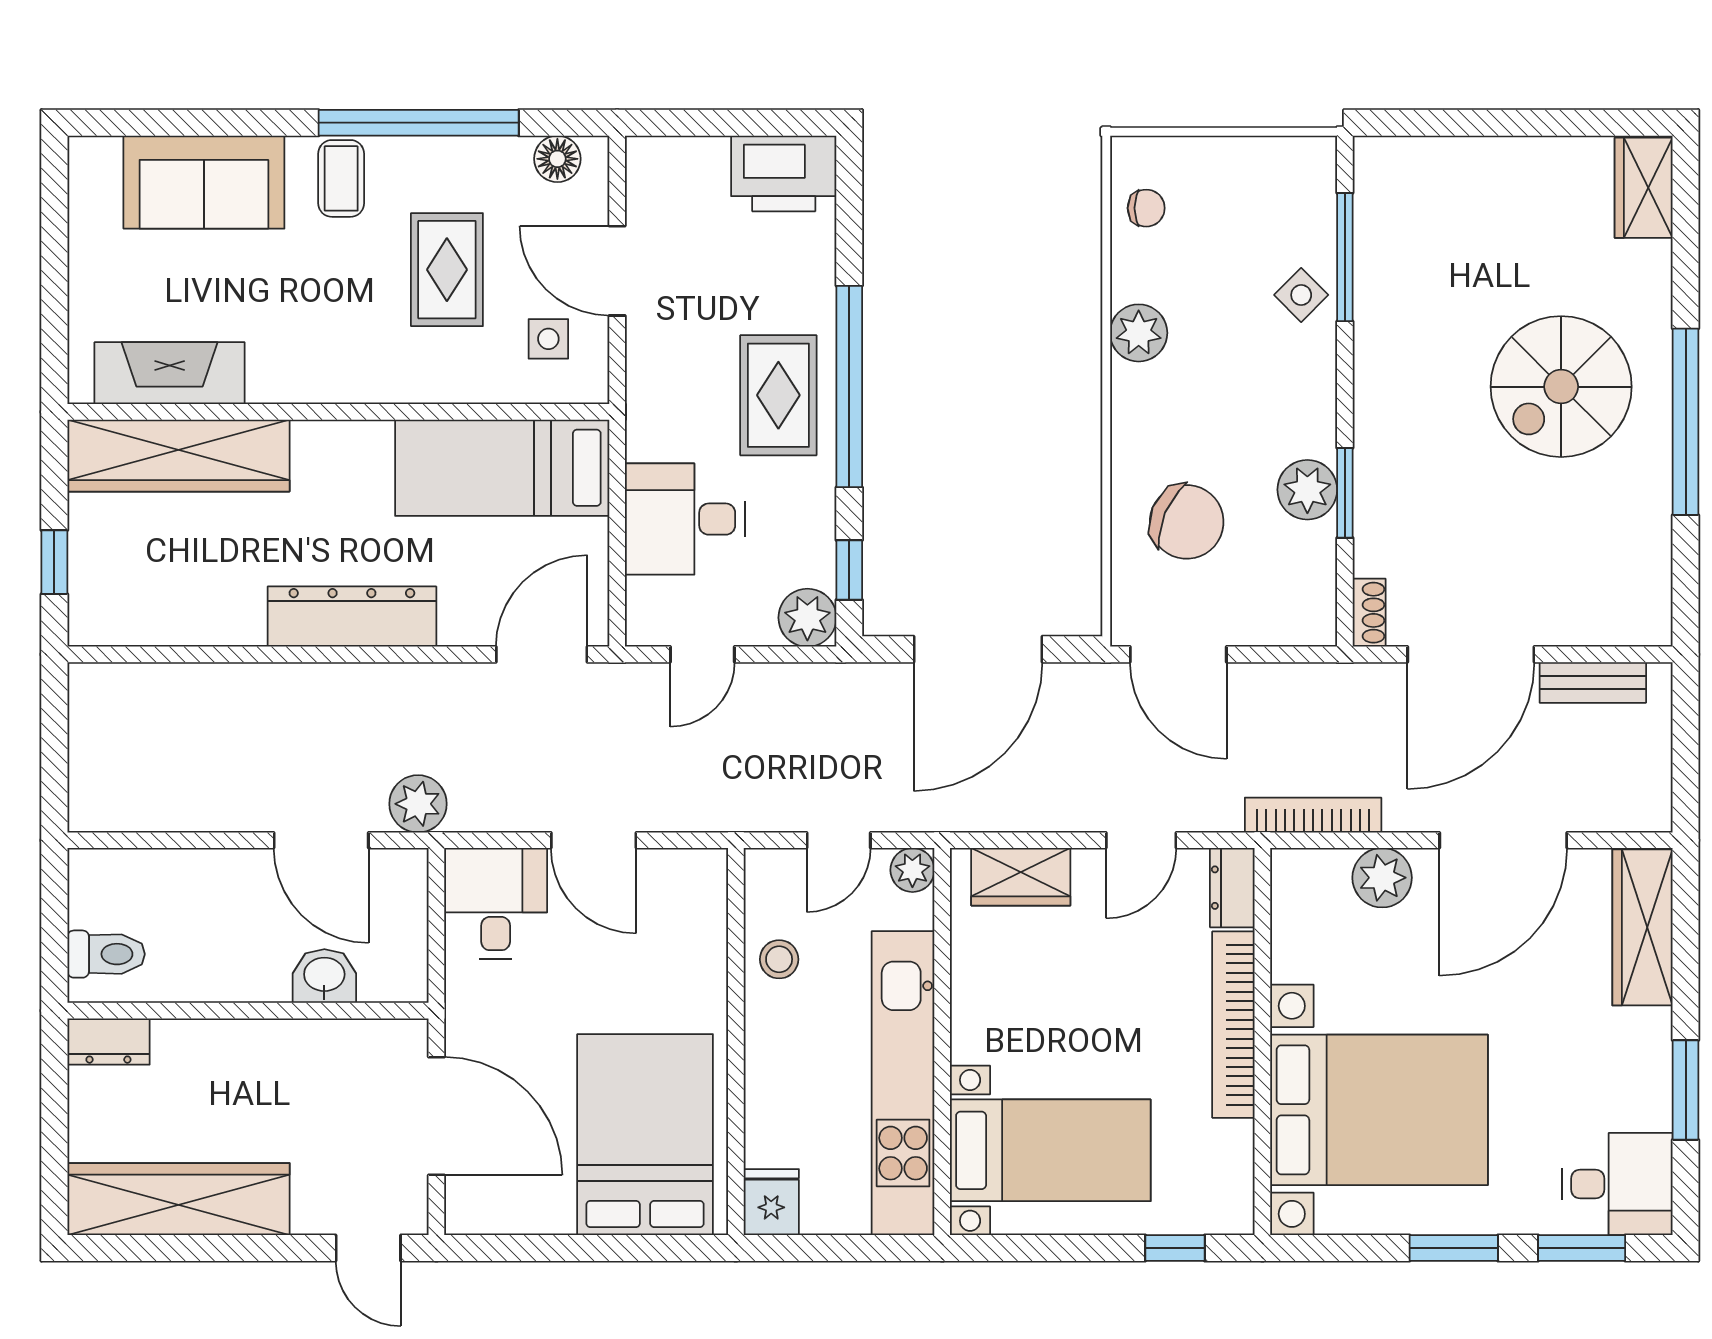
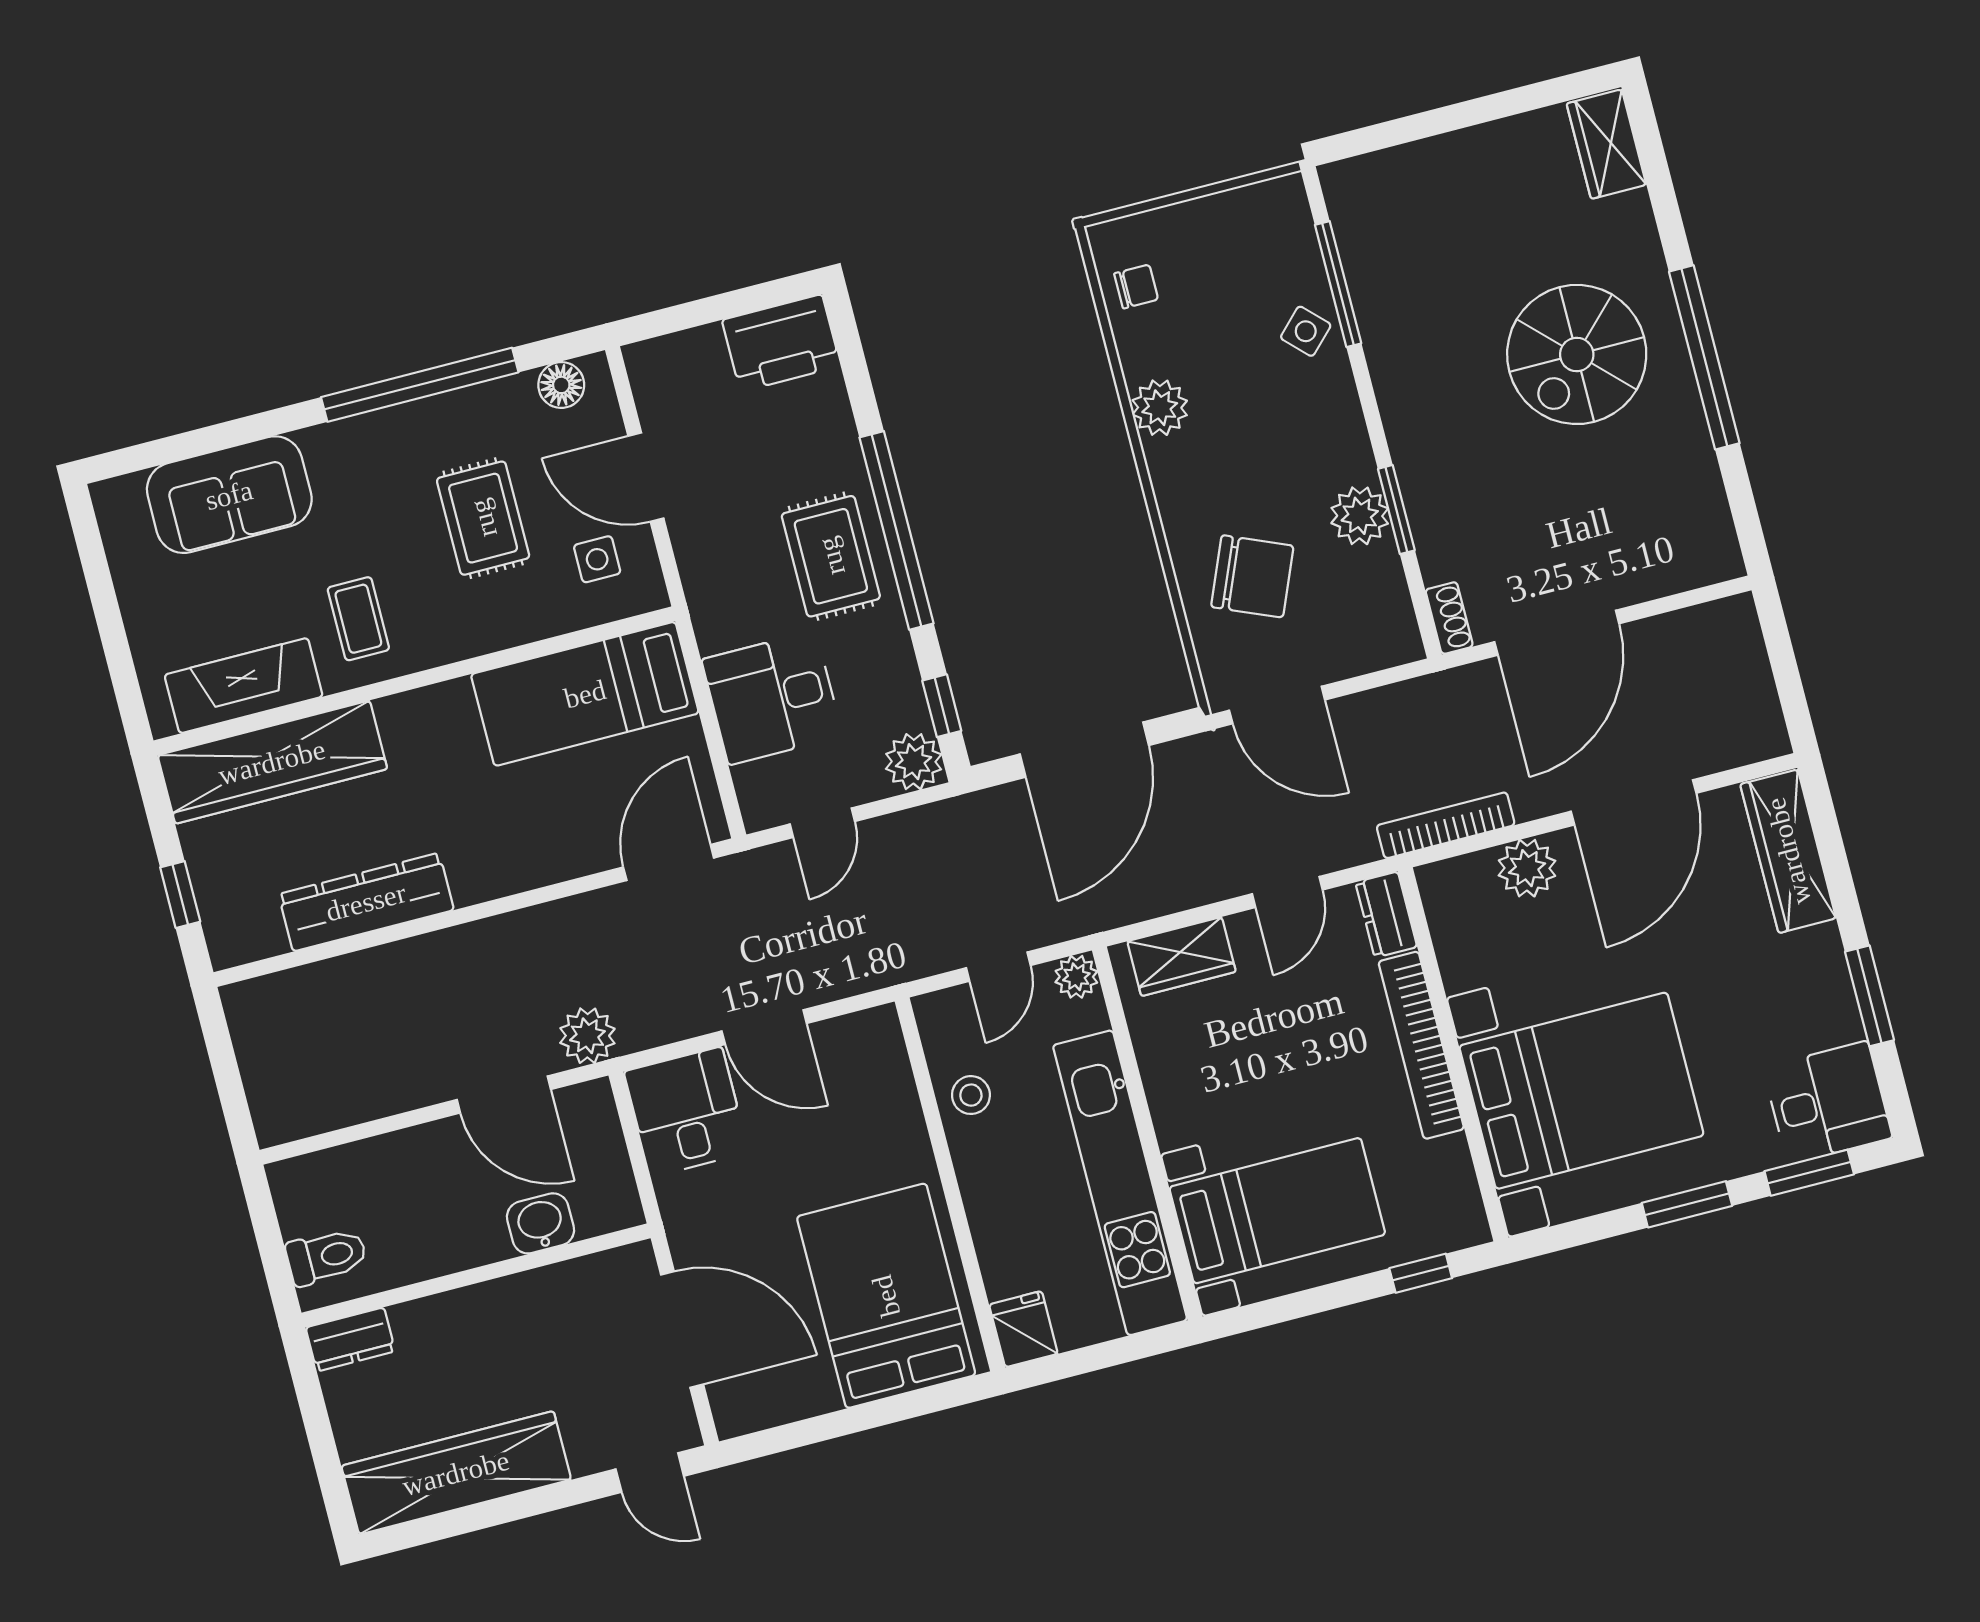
coffee table: (341, 178) -> (358, 619), moved
dresser: (352, 617) -> (366, 902), moved
bench: (1593, 682) -> (1680, 629), removed

